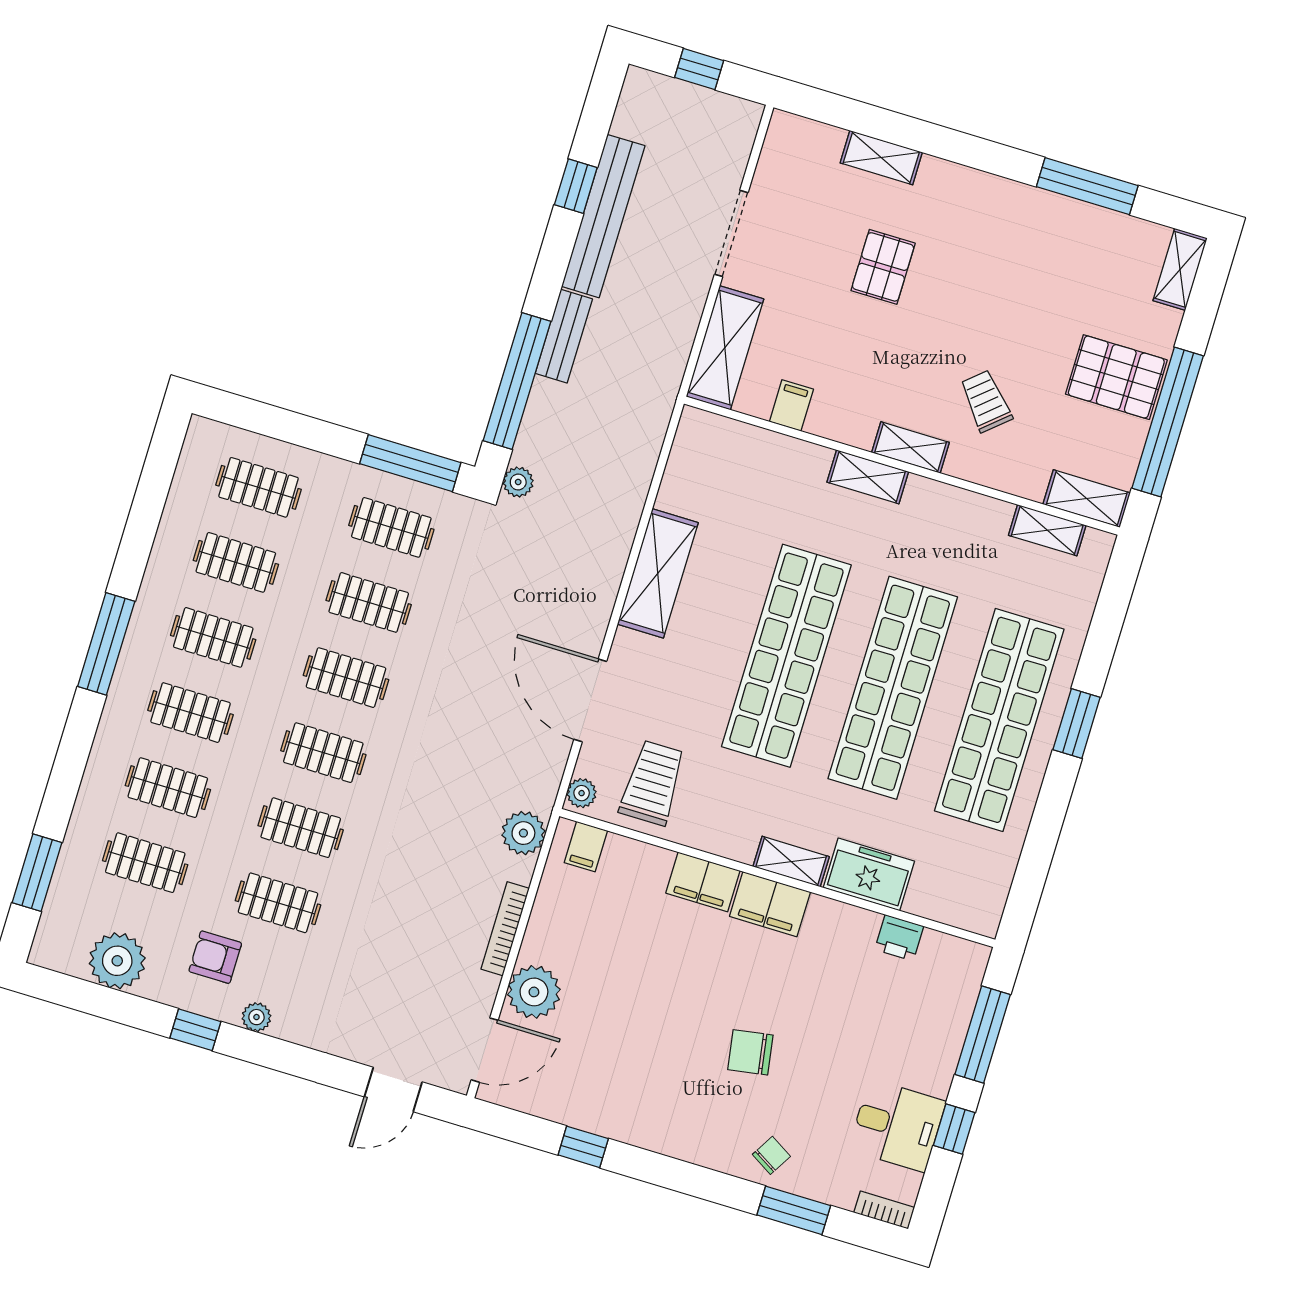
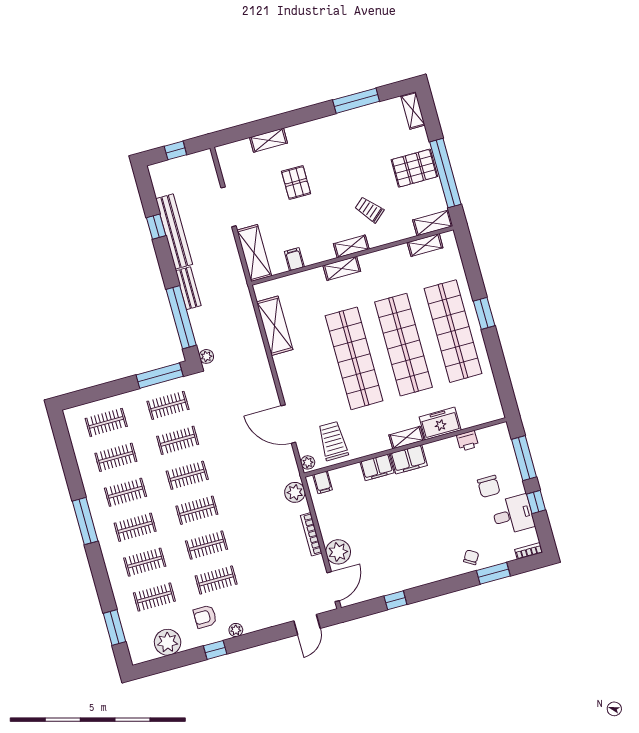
shelving: (658, 573) -> (275, 326), moved
chair: (750, 1052) -> (489, 486), moved, turned -81

